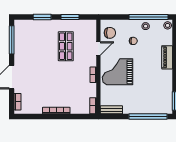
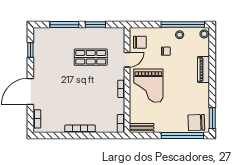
window: (42, 17) -> (64, 25), width x1.44
window: (12, 40) -> (30, 50), width x0.46
shop shelf: (66, 46) -> (91, 57), turned 90
grand piano: (118, 72) -> (148, 86), turned -90
chair: (161, 105) -> (196, 123), added

